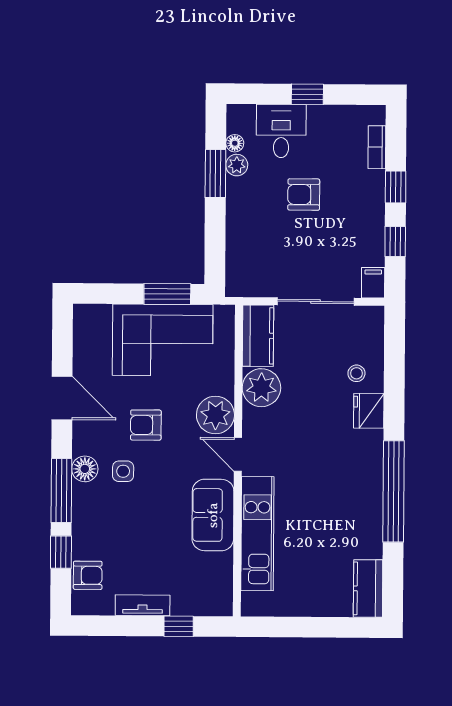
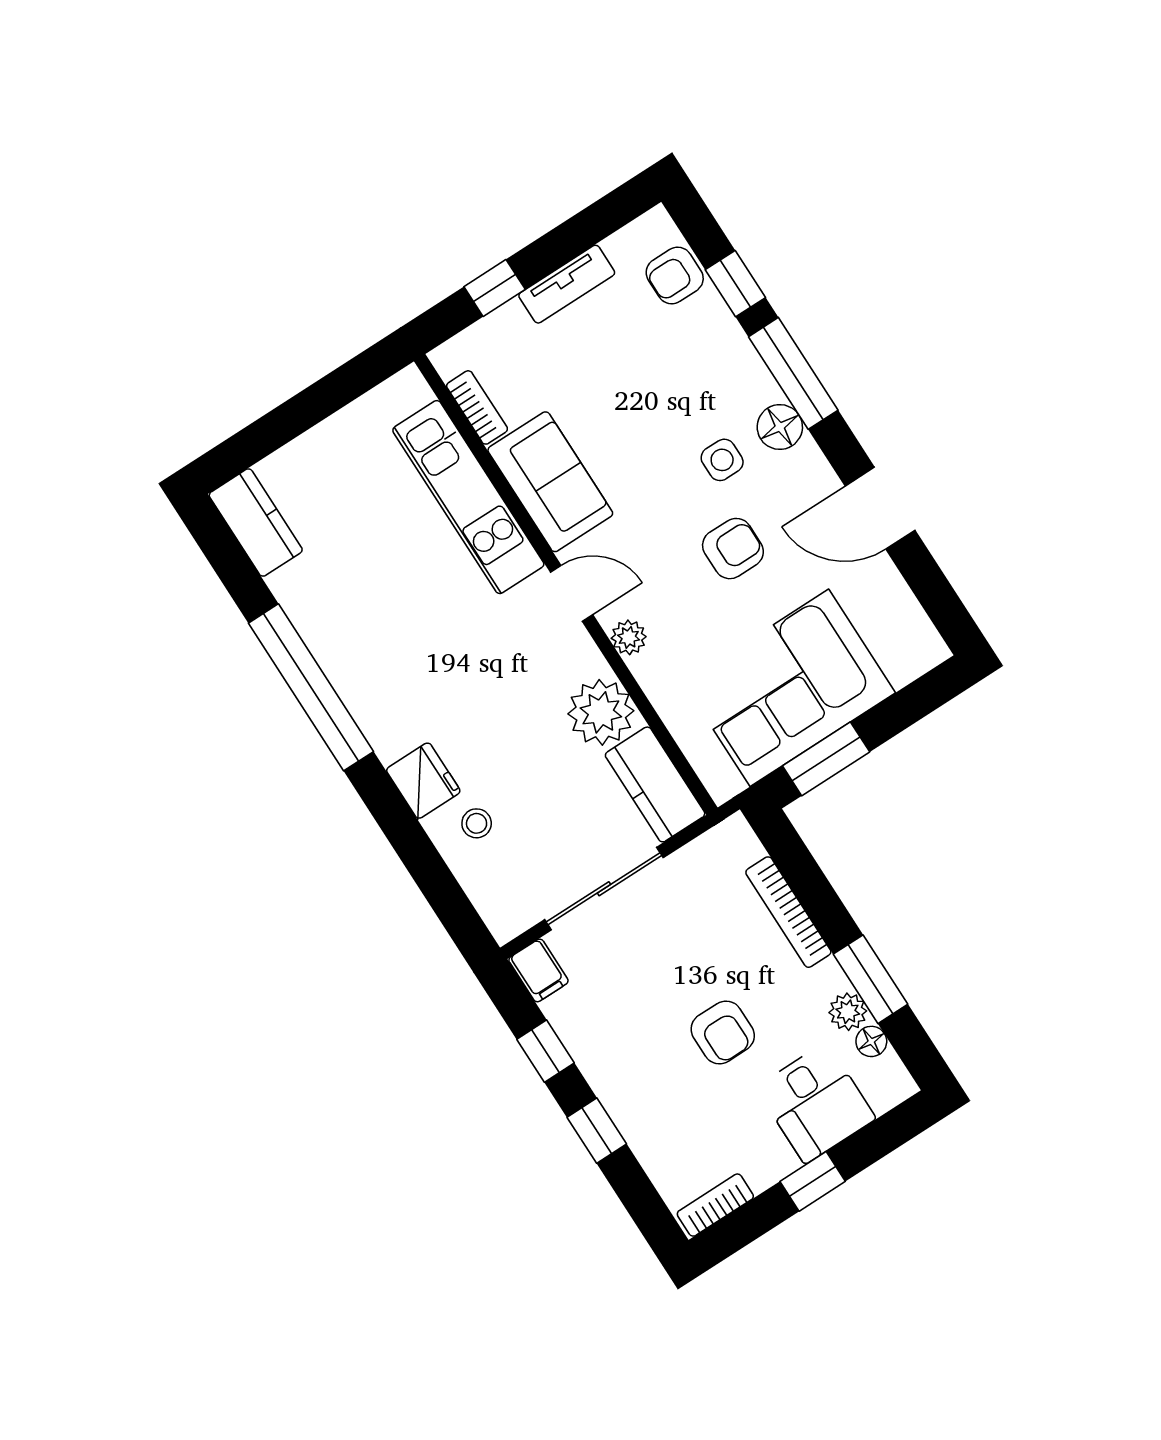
bookcase: (377, 147) -> (715, 1205), moved, turned -90
armchair: (304, 195) -> (723, 1032), turned 90
bookcase: (234, 232) -> (788, 912), added
plant: (215, 415) -> (629, 637), width x0.53, depth x0.53
bookcase: (225, 574) -> (477, 407), added

